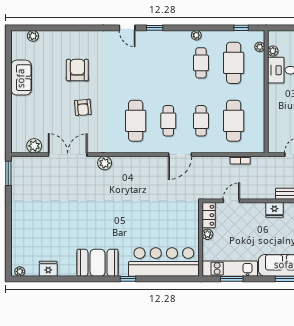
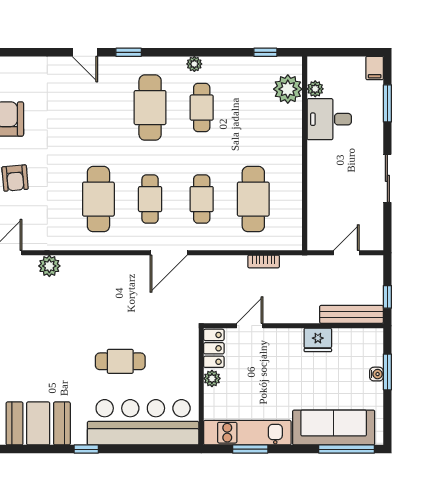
plant: (260, 47) -> (288, 89), width x1.88, depth x1.88
cafe table: (234, 63) -> (150, 108), moved
cafe table: (149, 223) -> (120, 361), added

